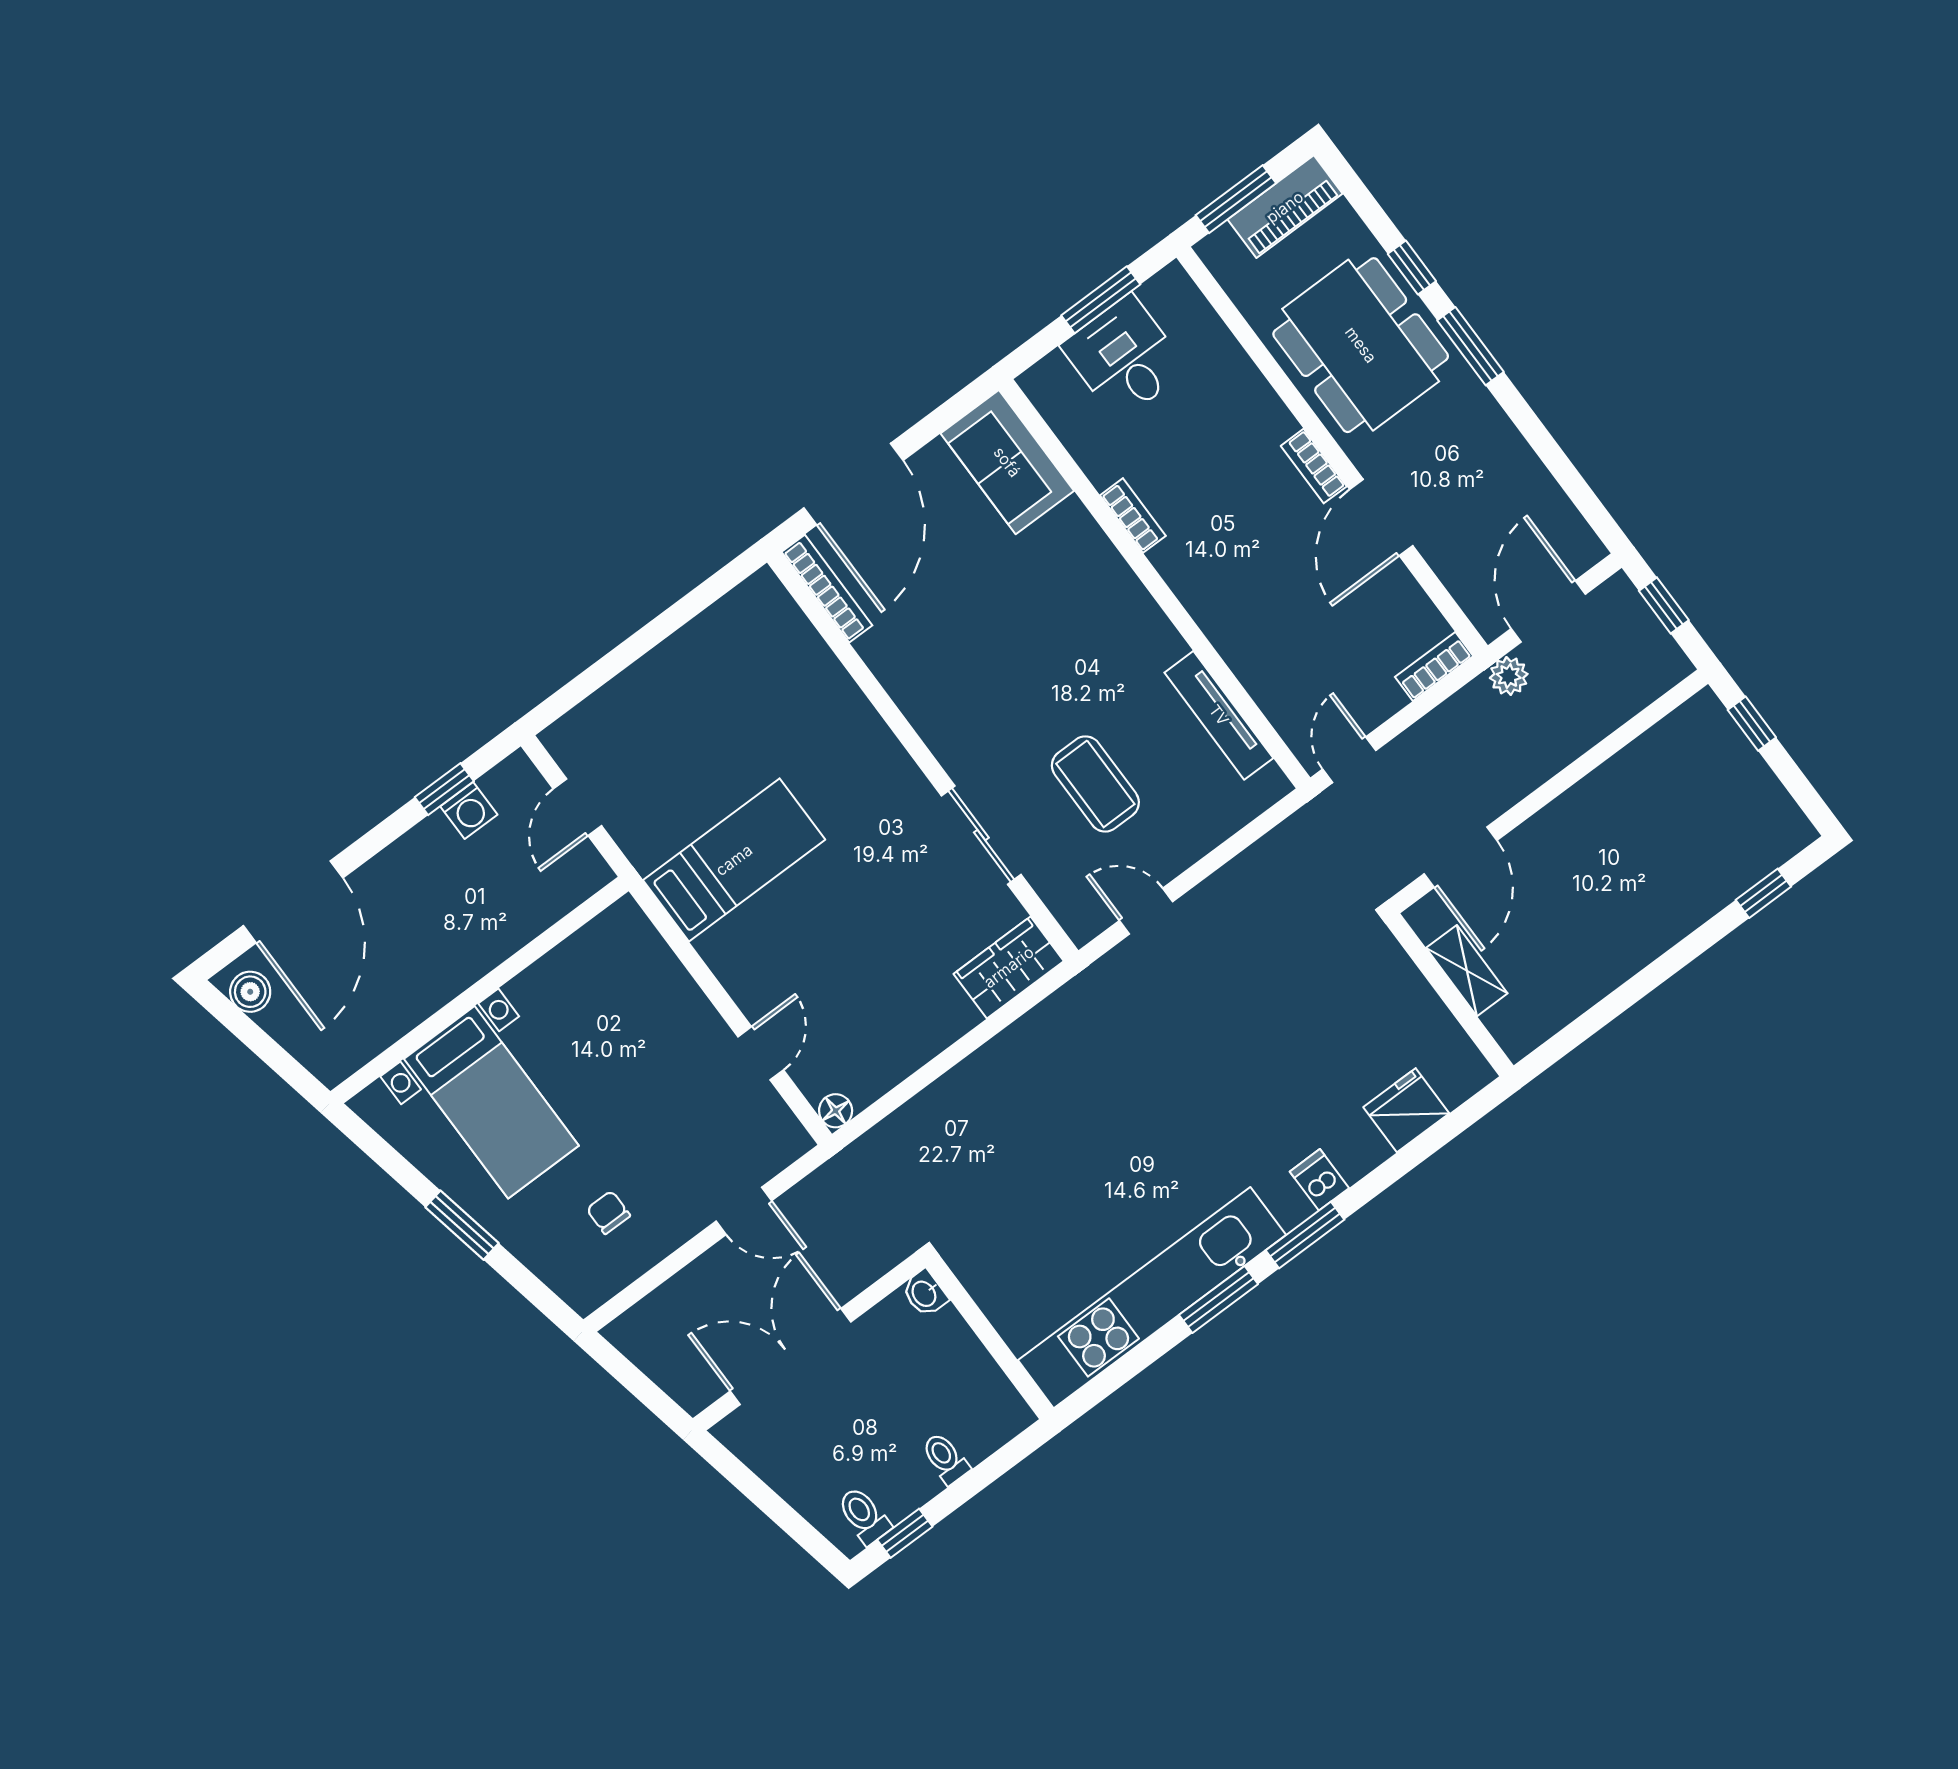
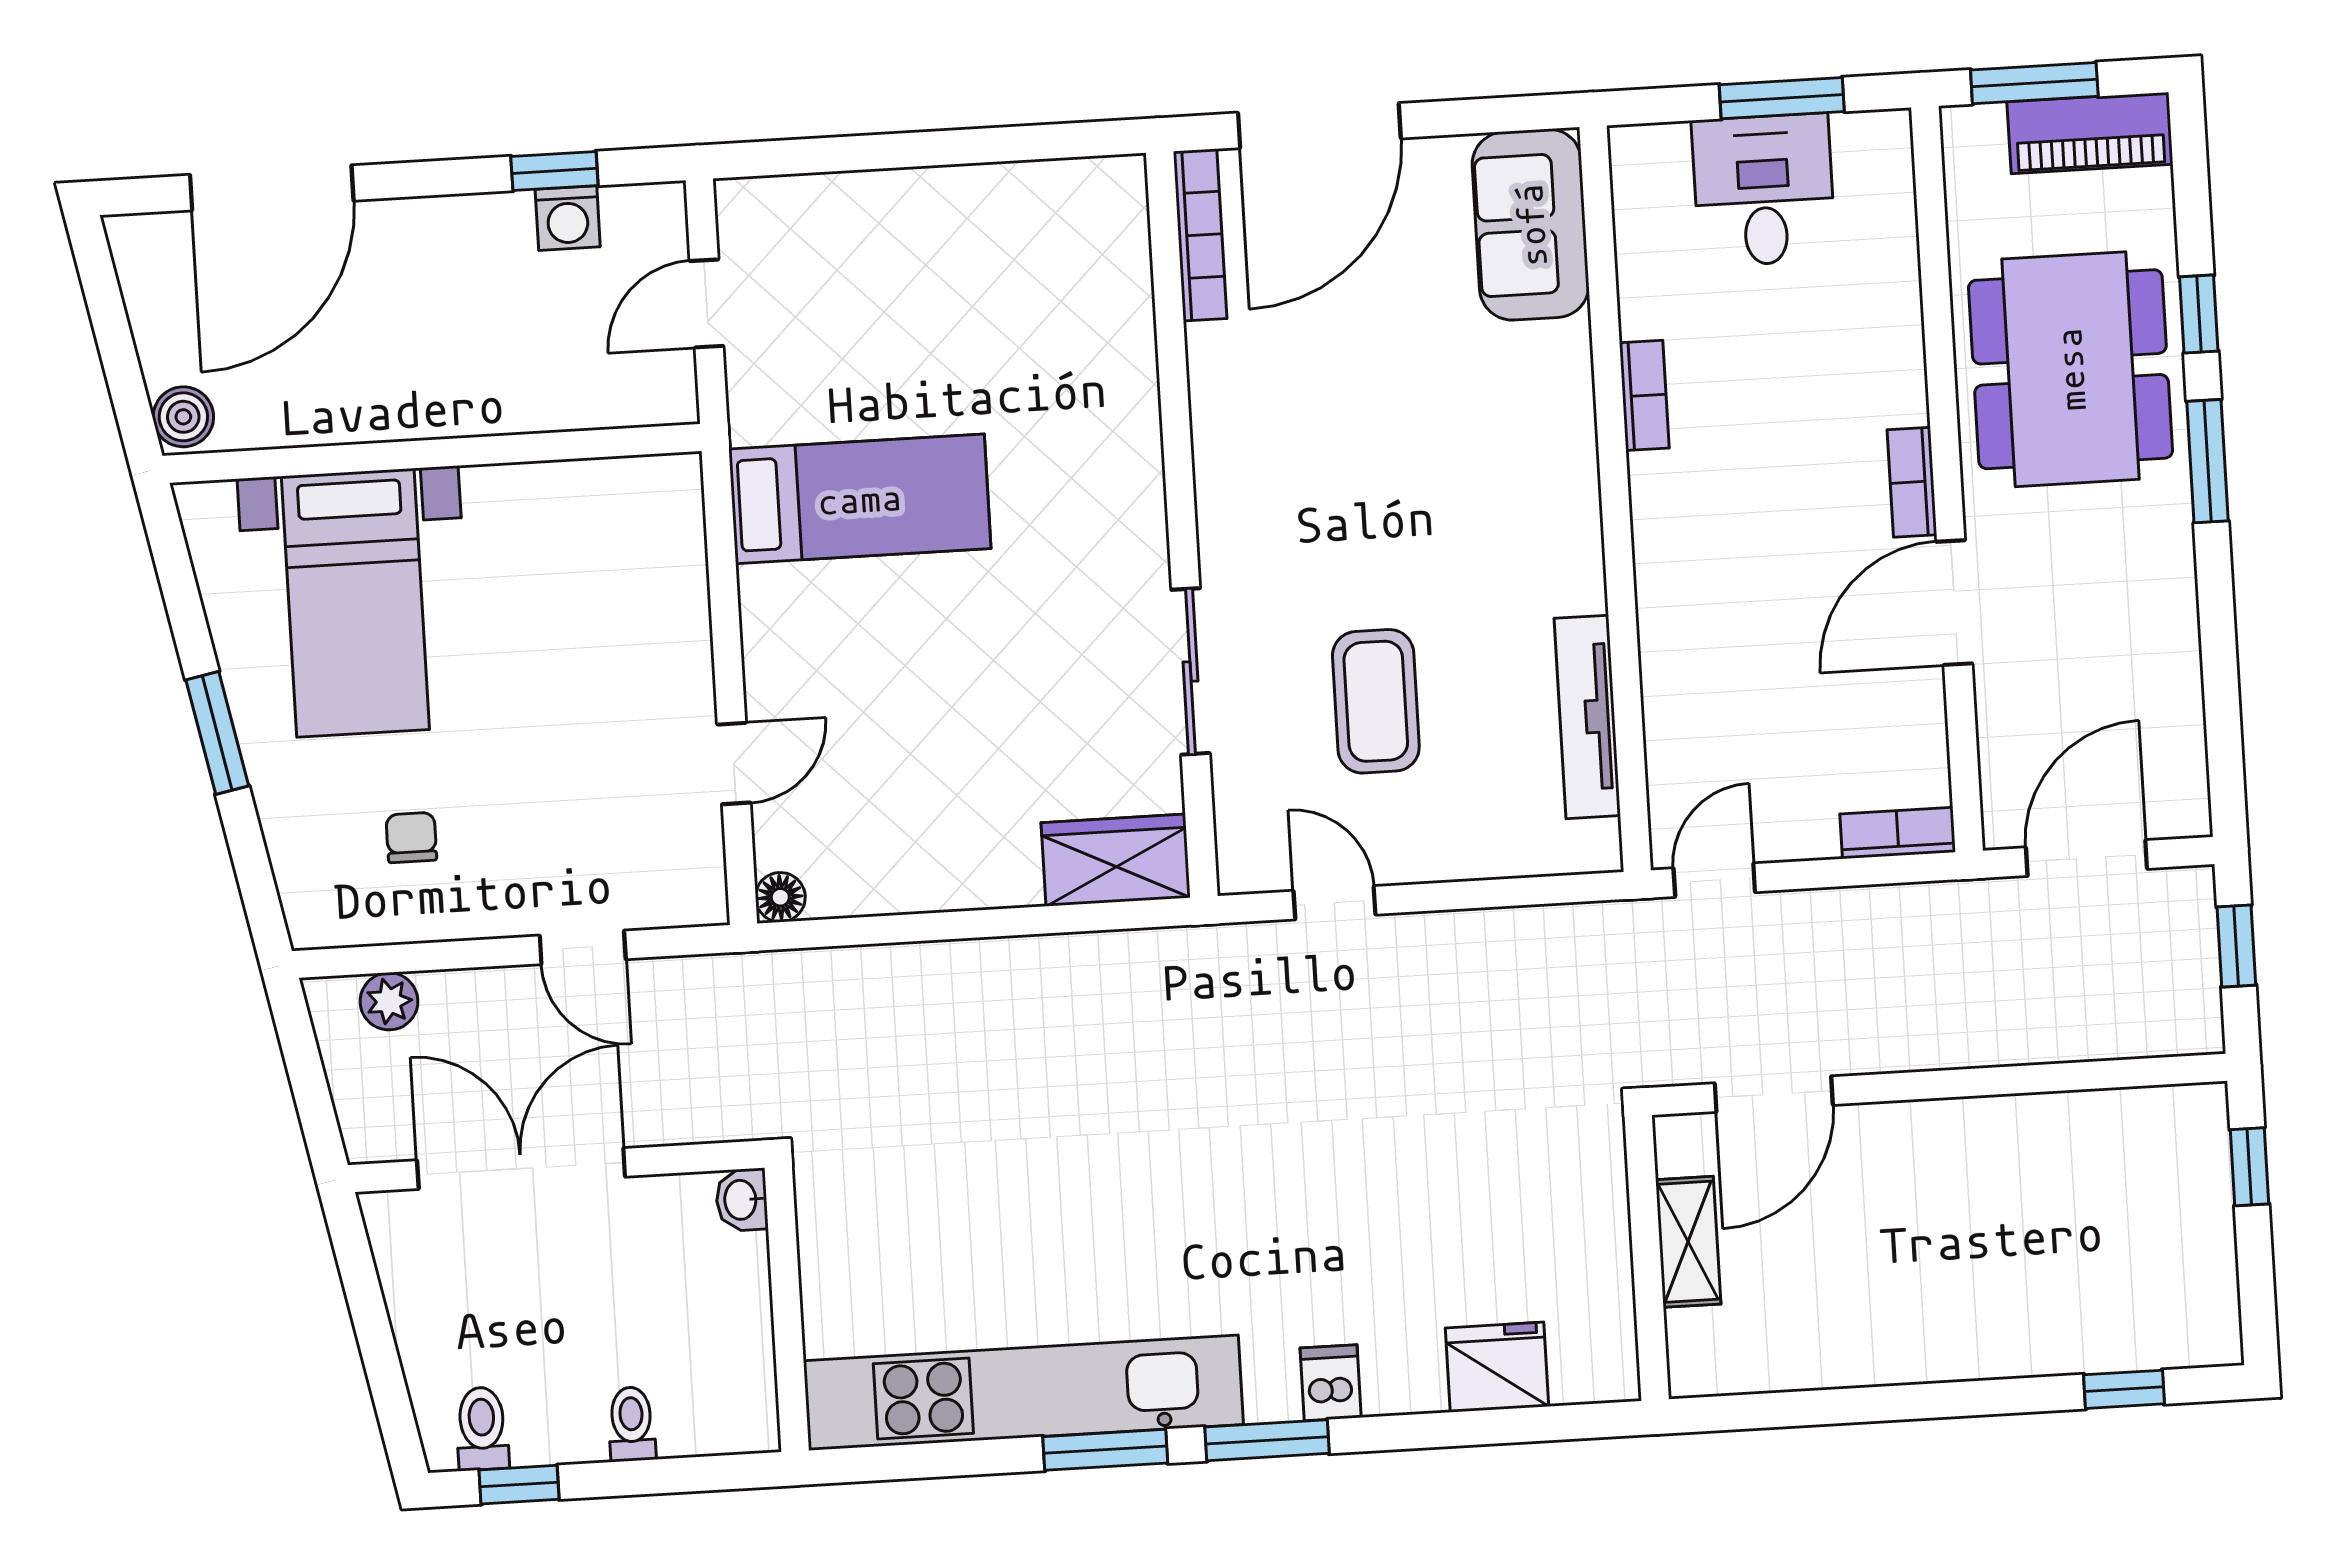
plant: (1509, 676) -> (389, 1001), moved
boiler: (250, 992) -> (183, 417), moved

